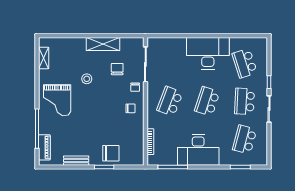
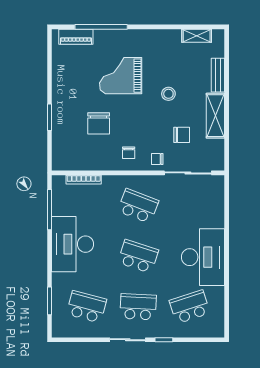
grand piano: (57, 100) -> (121, 76), moved
chair: (111, 153) -> (99, 123), moved
bench: (76, 161) -> (218, 75), moved

